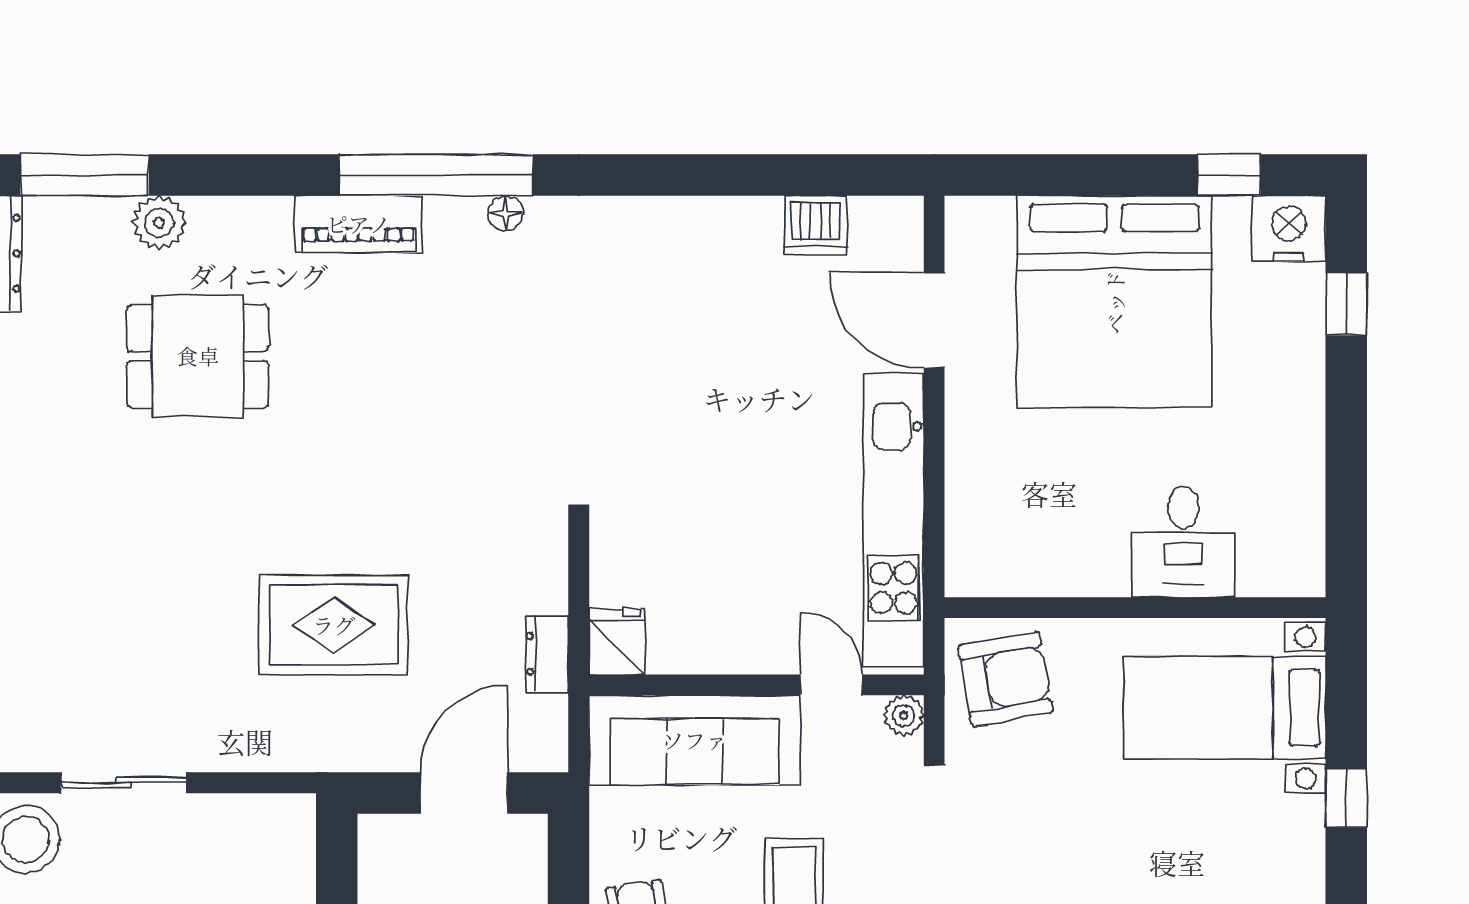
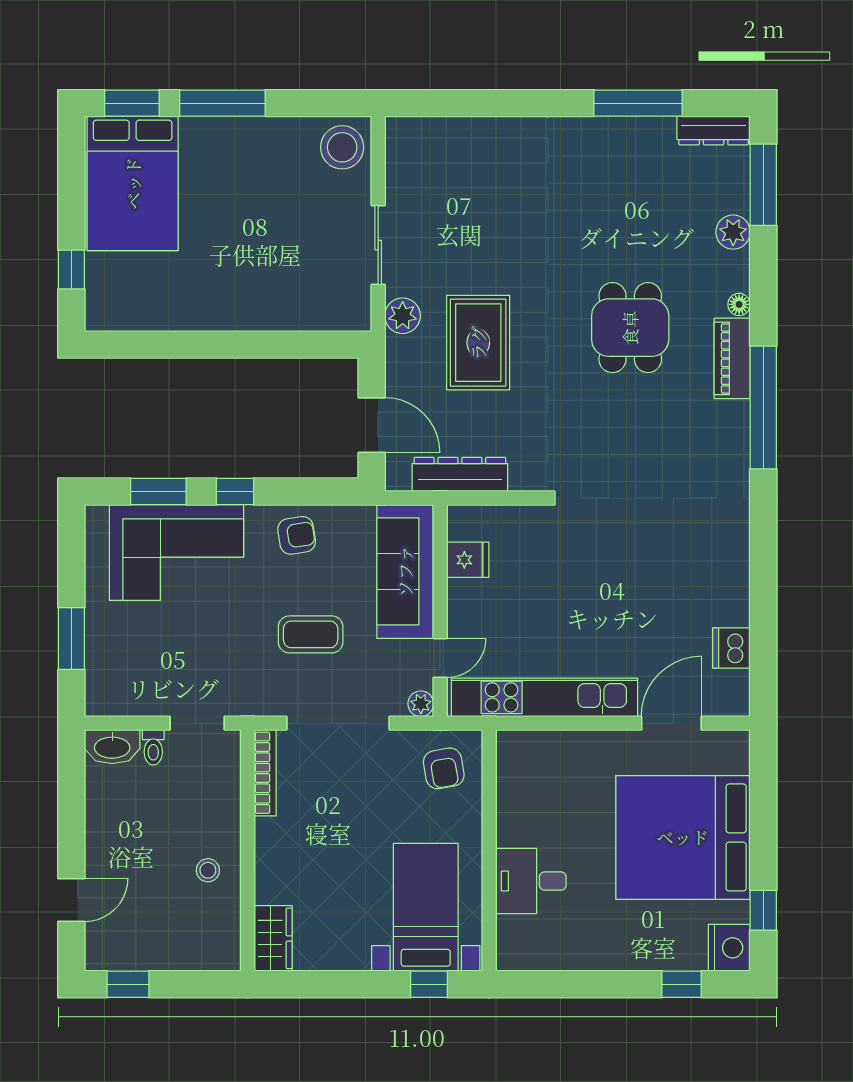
floor lamp: (506, 213) -> (739, 304), moved
dining table: (198, 356) -> (630, 328), moved
fridge: (617, 641) -> (468, 560), moved
dresser: (547, 654) -> (460, 474), width x1.96, depth x1.24
armchair: (1006, 679) -> (444, 768), width x0.72, depth x0.72
plant: (291, 744) -> (403, 316), added
sliding door: (124, 783) -> (378, 245), moved
window: (1346, 798) -> (429, 984), moved

